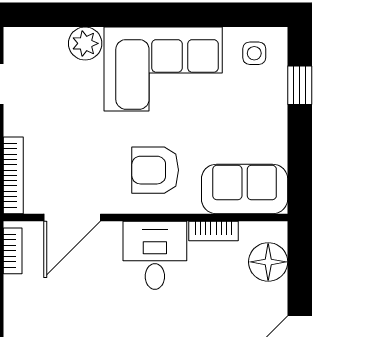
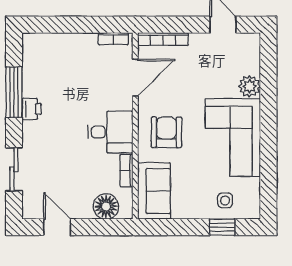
side table: (254, 53) -> (225, 200), moved
door: (72, 218) -> (135, 78), swing flipped

